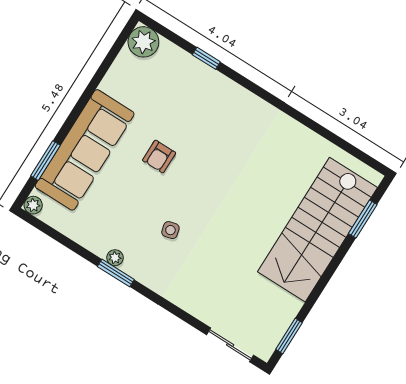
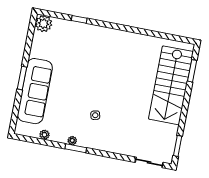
armchair: (159, 157) -> (75, 80), removed
window: (45, 161) -> (22, 78), moved
plant: (33, 205) -> (44, 135), moved

